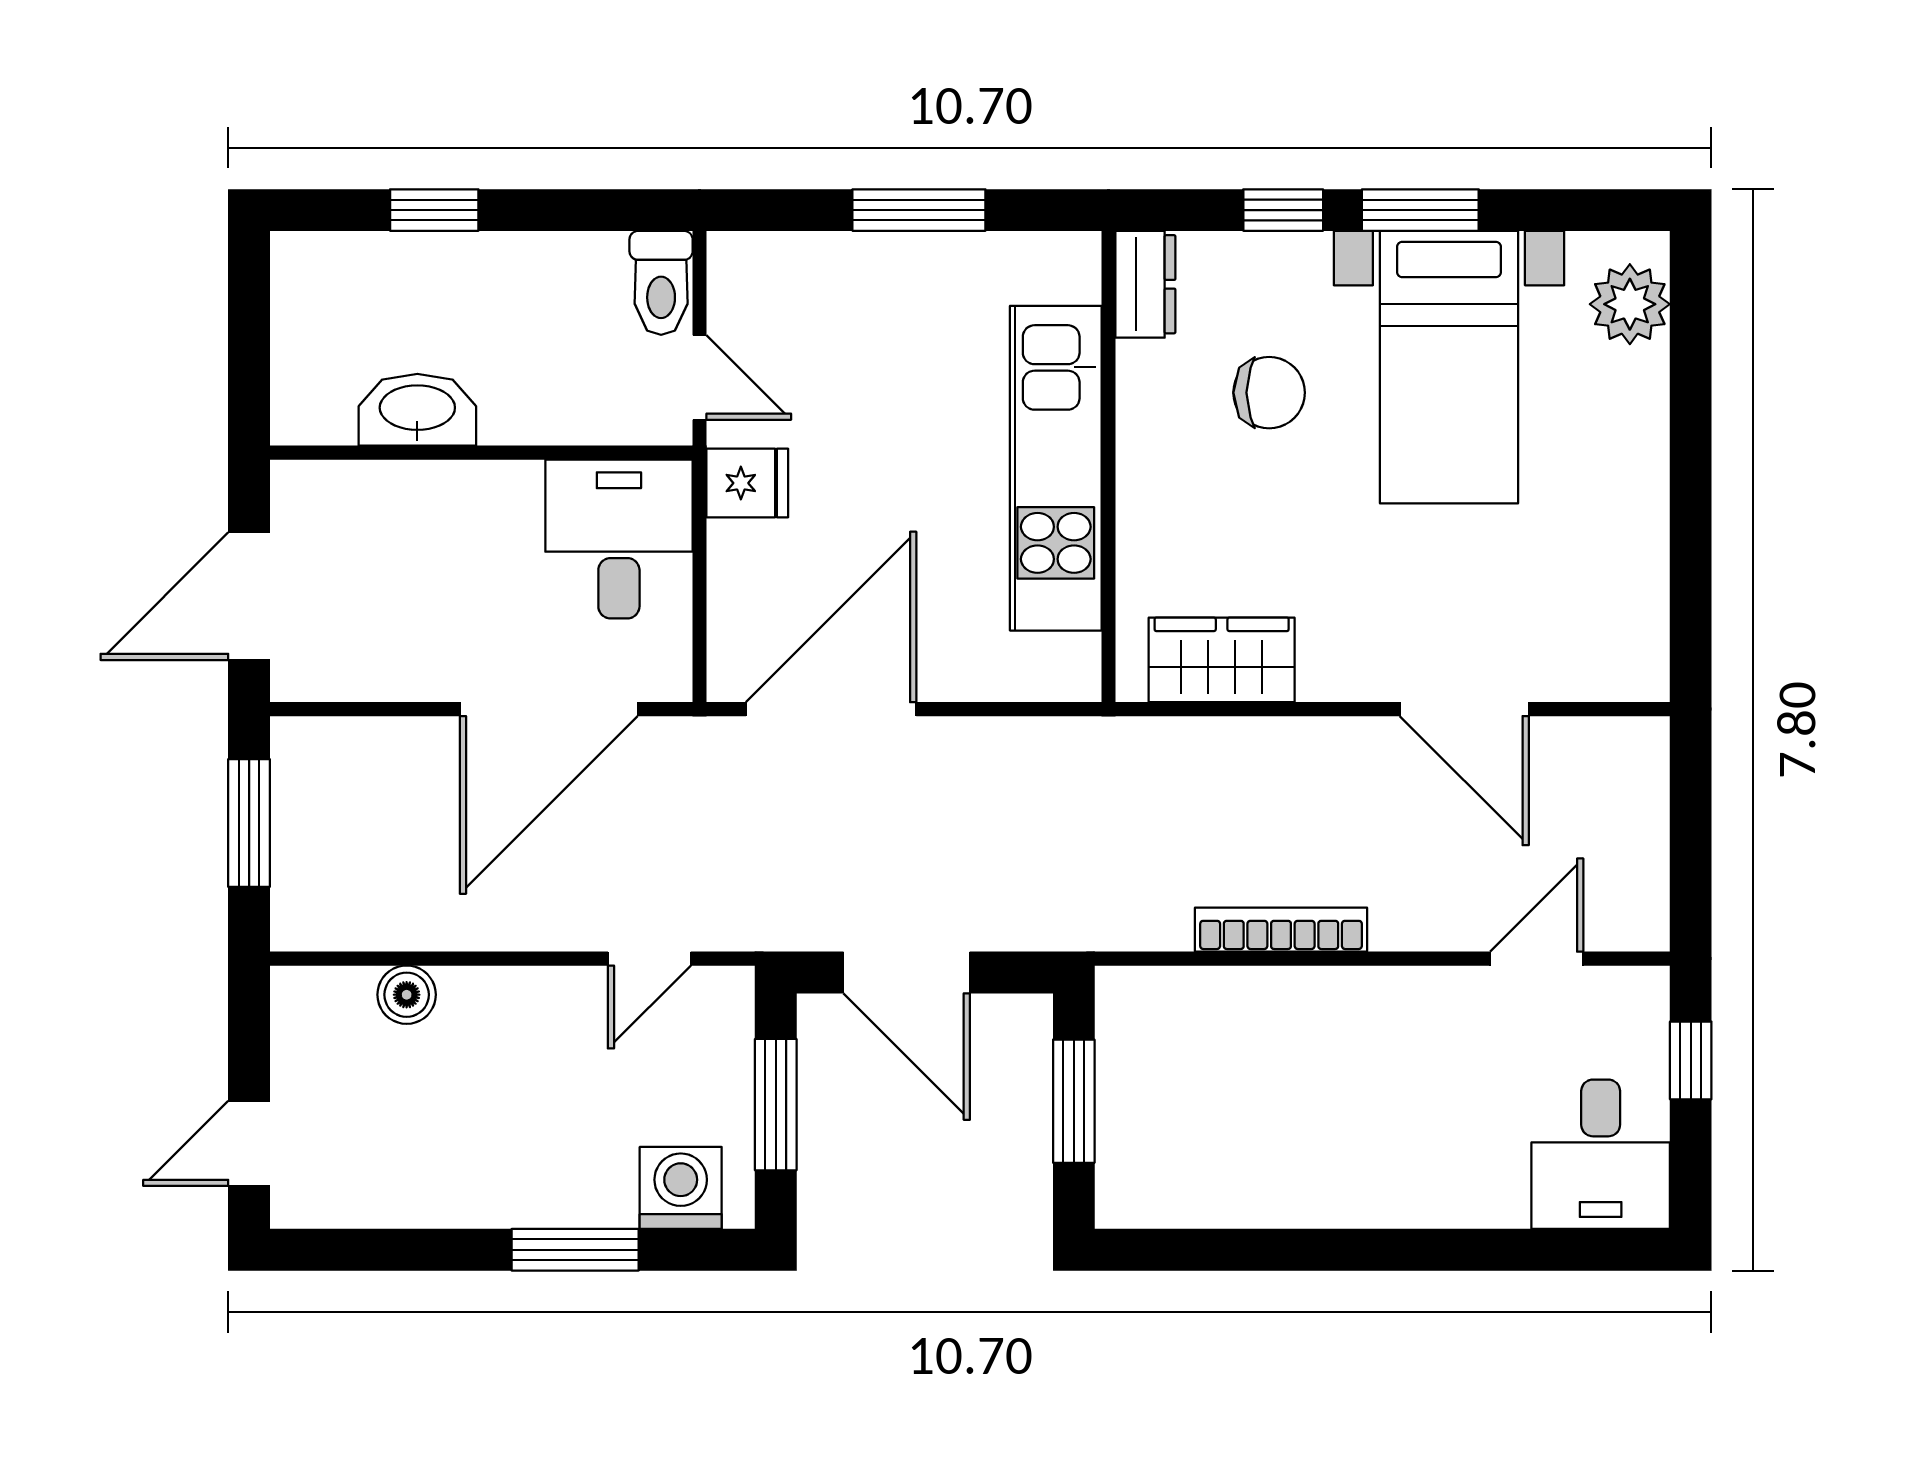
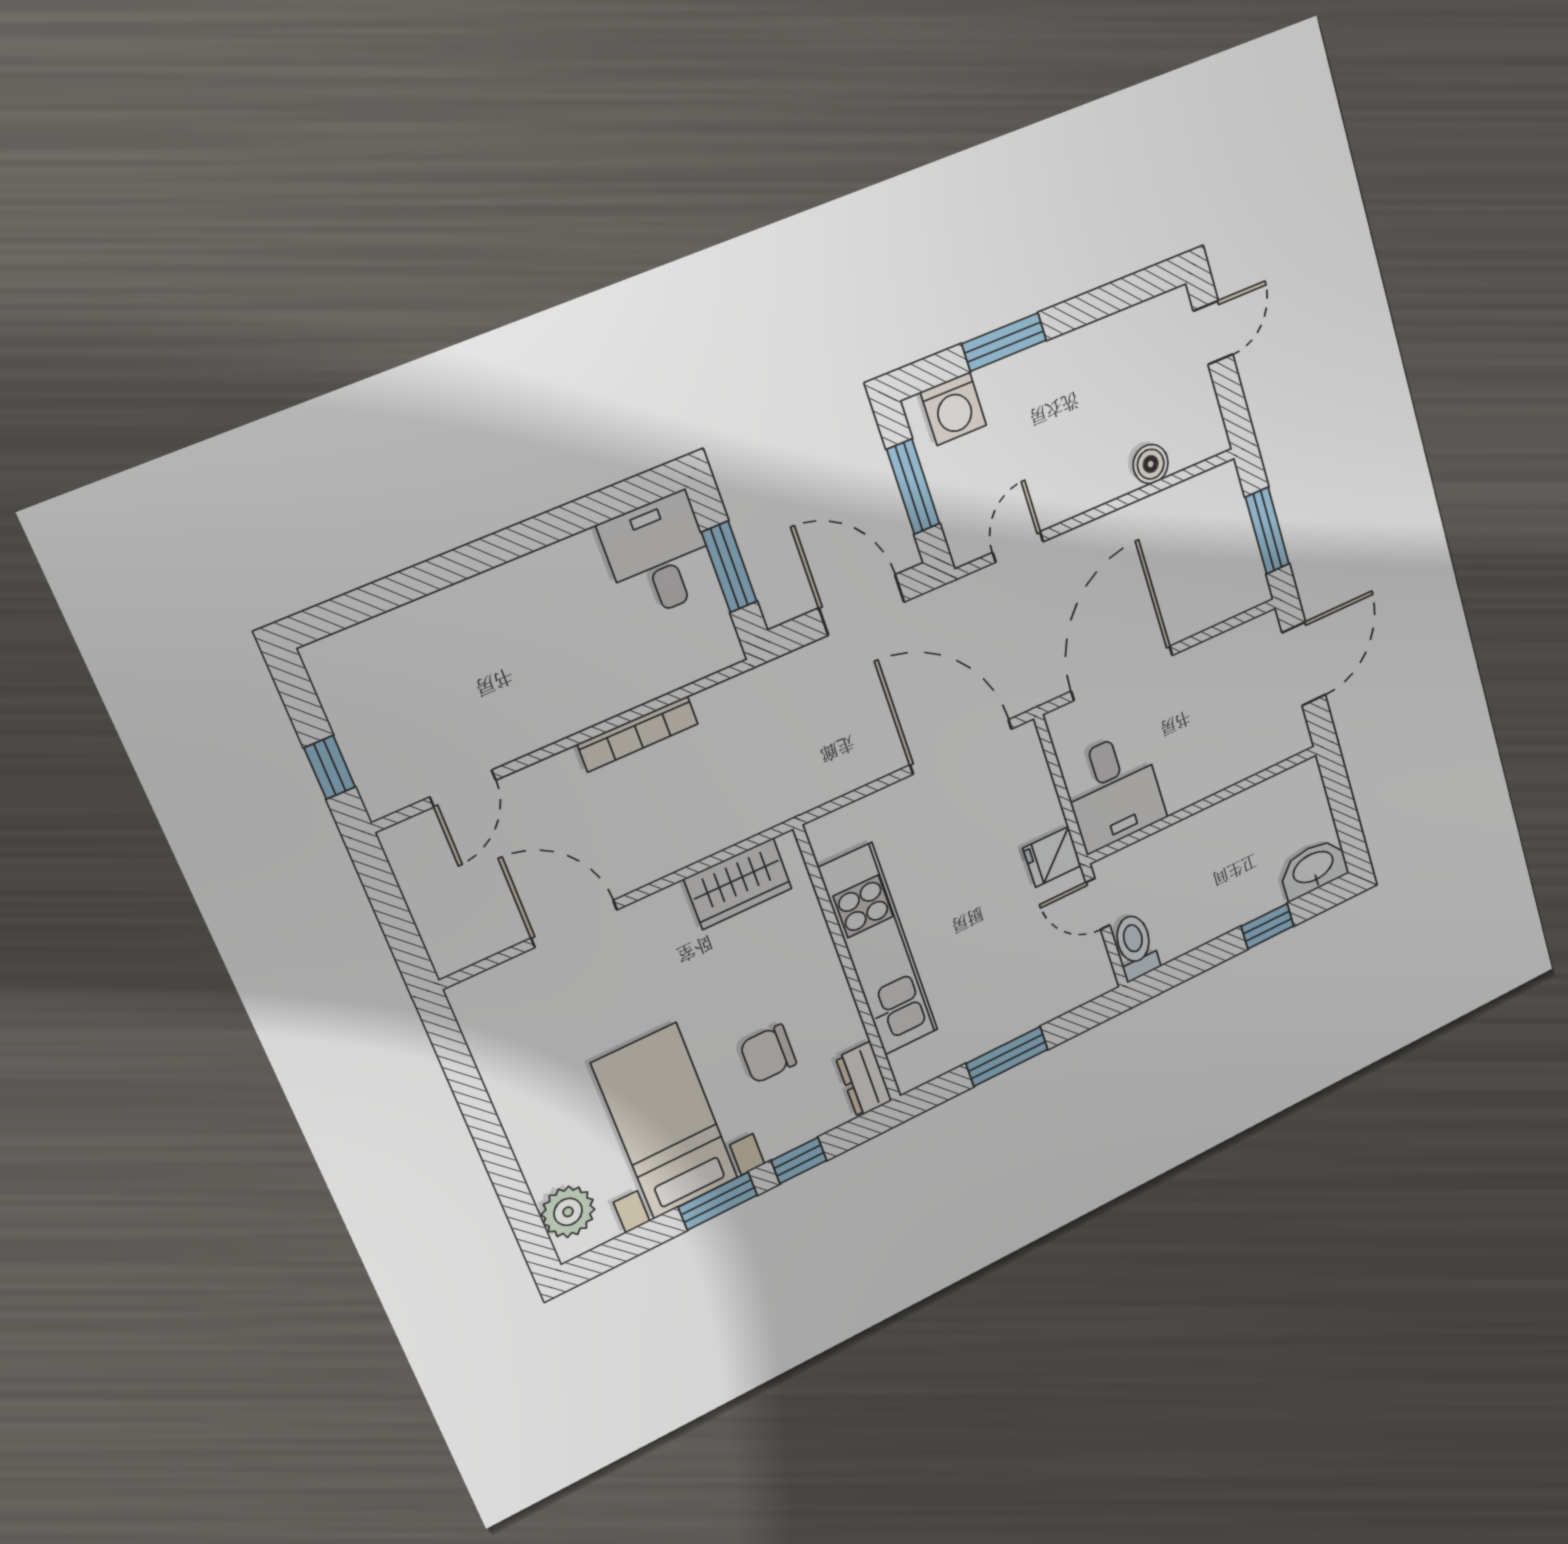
washbasin: (417, 410) -> (1313, 868), moved, turned 180
door: (831, 709) -> (961, 747), swing flipped
desk: (1601, 1154) -> (659, 556), moved

